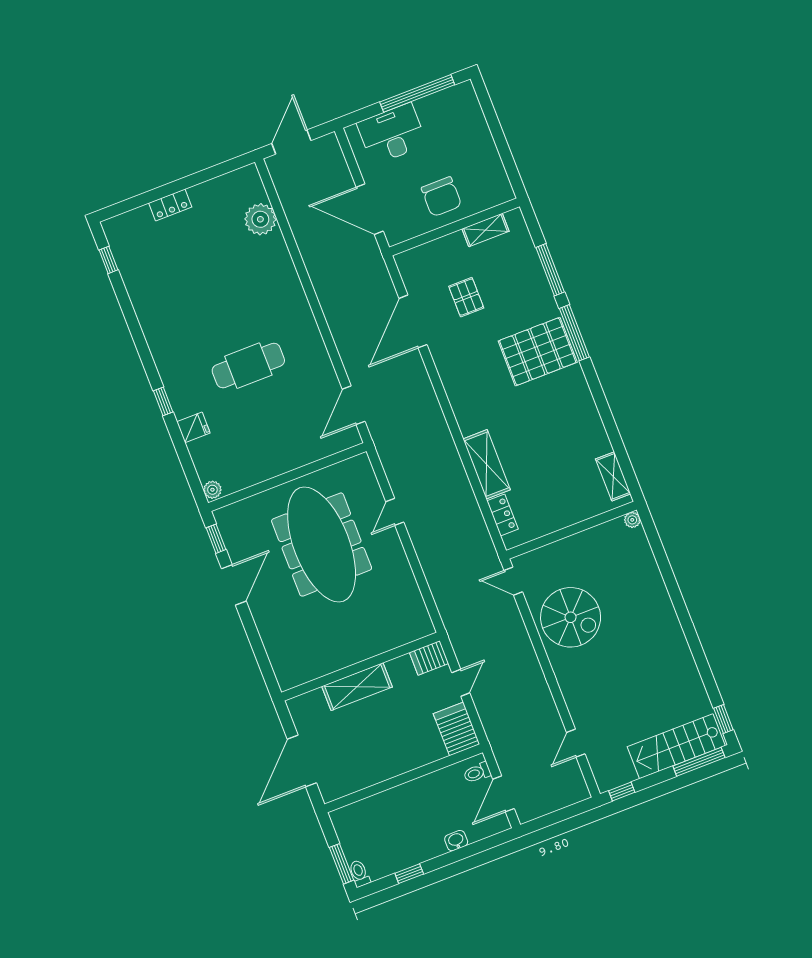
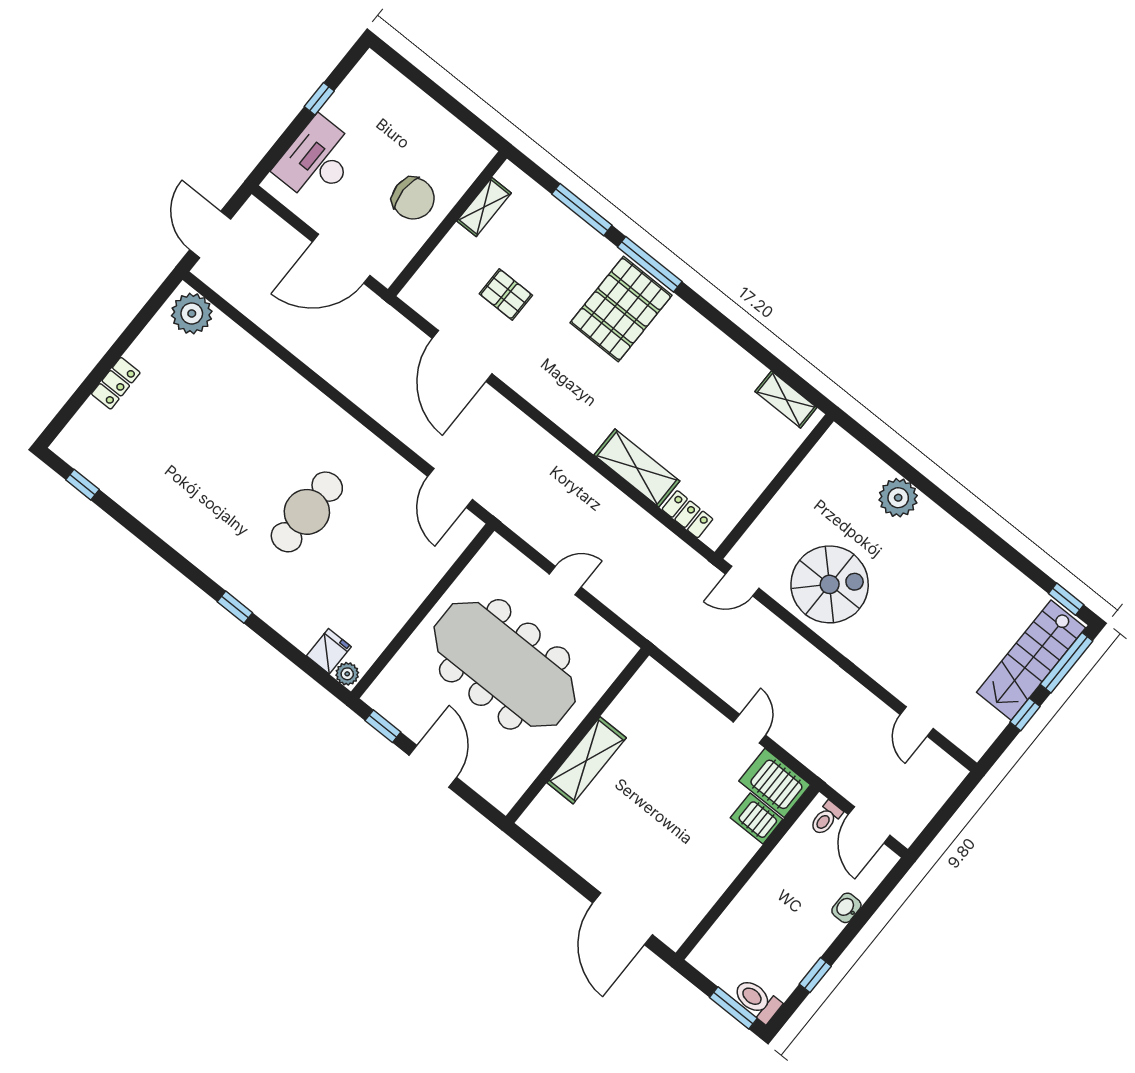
window: (417, 93) -> (319, 99), width x0.32
plant: (260, 219) -> (192, 314), moved
fridge: (193, 427) -> (329, 651), moved
door: (395, 512) -> (565, 580), swing flipped
plant: (632, 520) -> (898, 498), moved, width x1.87, depth x1.87
server rack: (429, 658) -> (757, 818), moved, turned 90
wall: (361, 667) -> (578, 736), moved
shelving: (357, 687) -> (587, 760), moved
window: (622, 792) -> (1025, 714), moved
toilet: (359, 873) -> (757, 1000), width x1.37, depth x1.39

